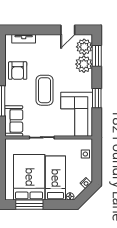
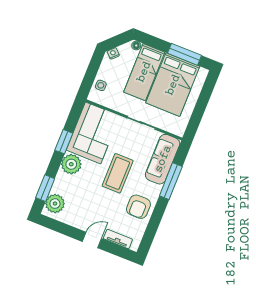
door: (68, 30) -> (92, 240), moved
plant: (84, 64) -> (71, 164), moved
armchair: (18, 71) -> (138, 207), turned 180
sofa: (14, 121) -> (163, 159), width x1.36

